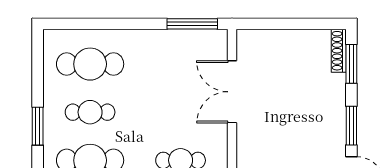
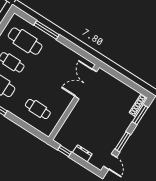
window: (192, 24) -> (46, 30), moved
double door: (232, 92) -> (86, 84), moved

